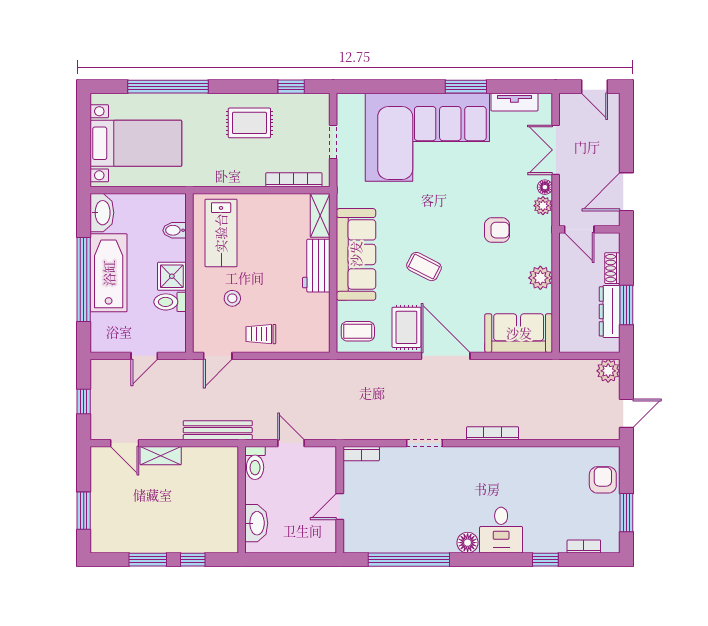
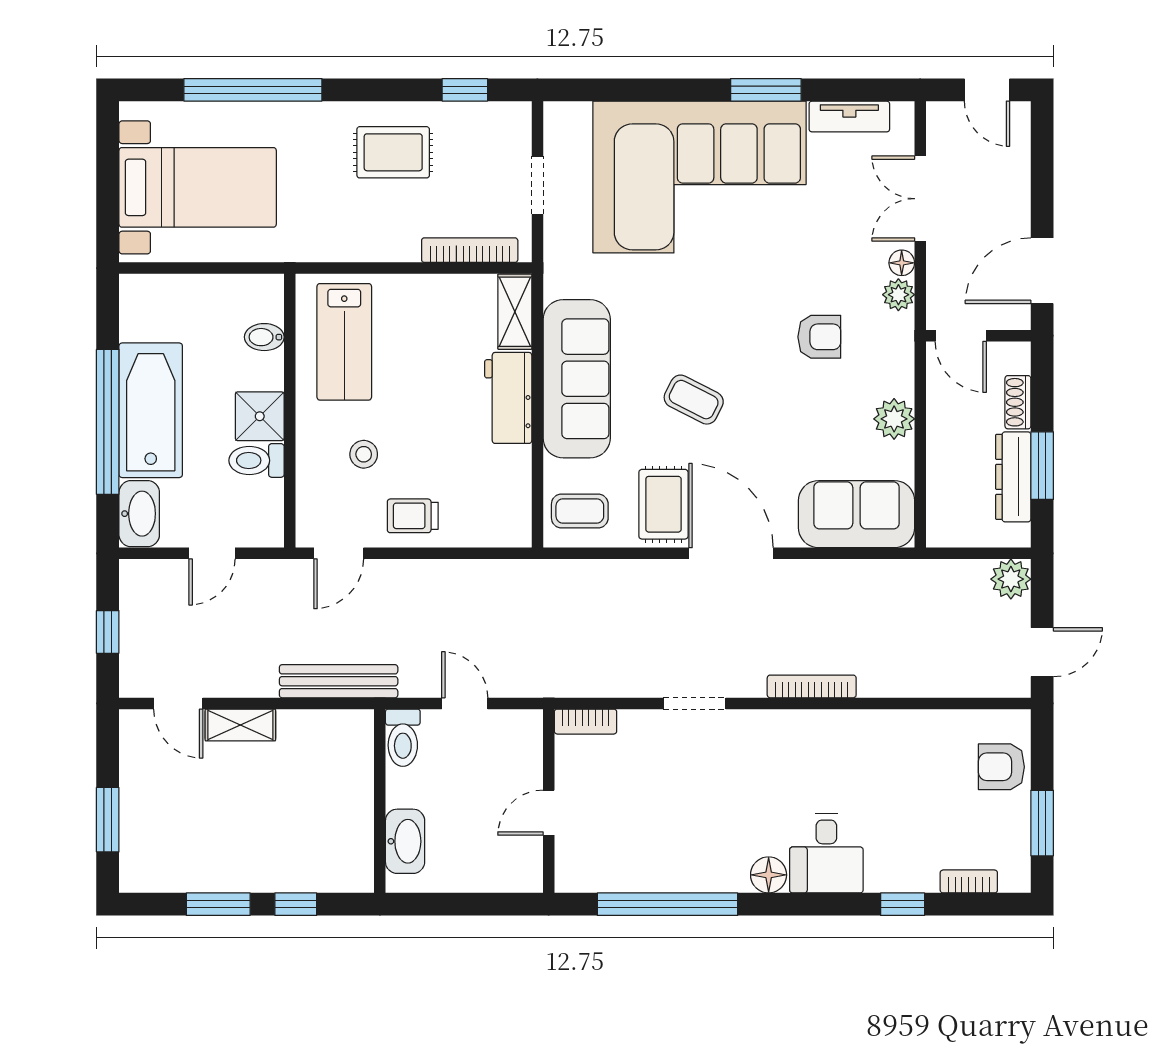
washbasin: (102, 213) -> (139, 514), moved
armchair: (603, 480) -> (1001, 767), turned -90

